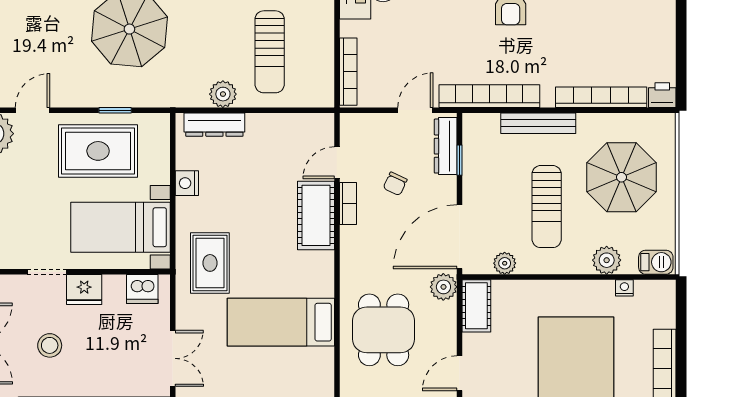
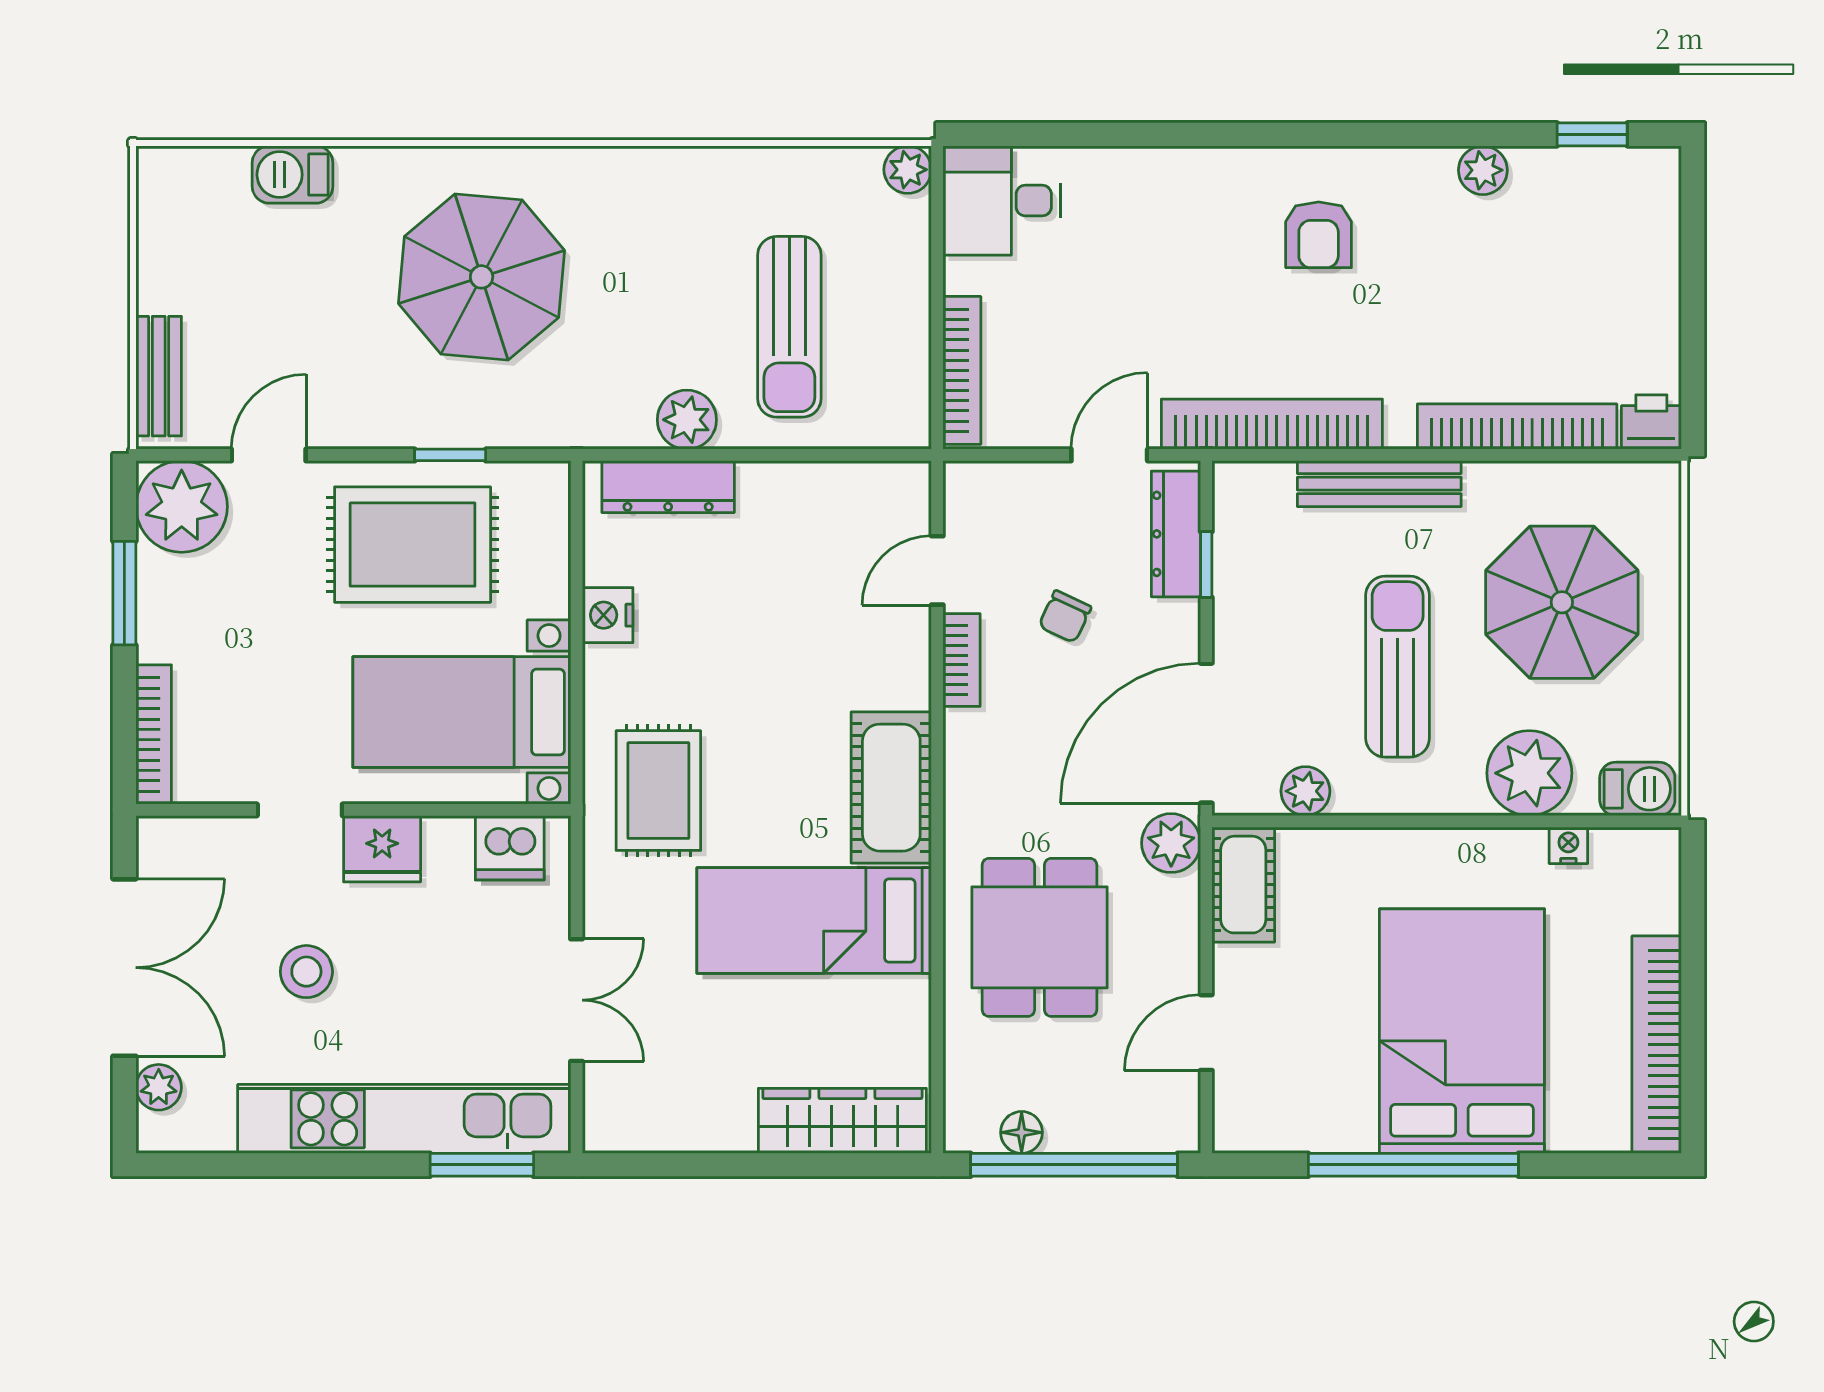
sun lounger: (547, 207) -> (1398, 667), turned 180
cot: (316, 215) -> (891, 788), moved
plant: (607, 260) -> (1529, 773), width x1.36, depth x1.36

